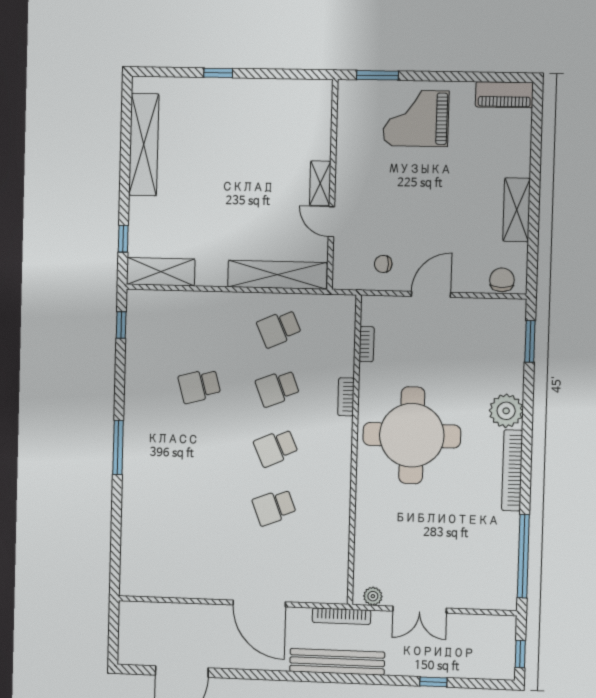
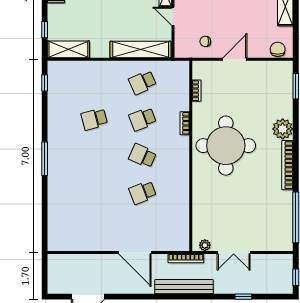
school desk: (276, 448) -> (143, 156), turned 48

